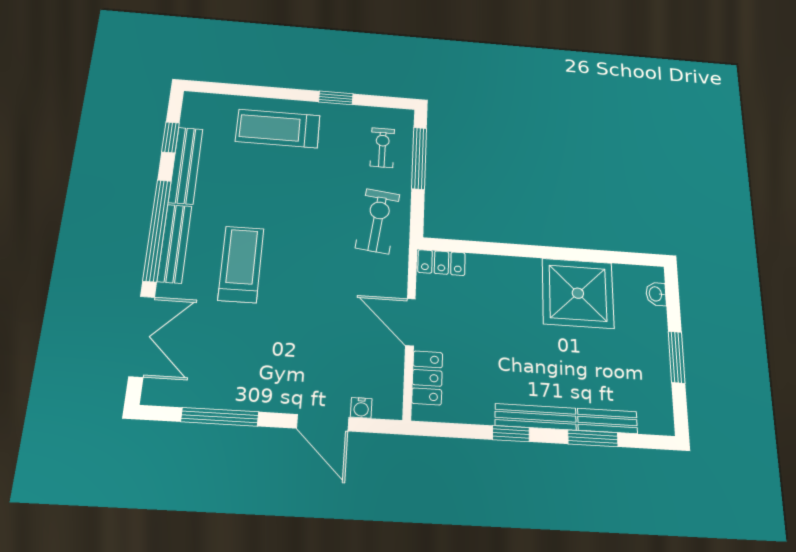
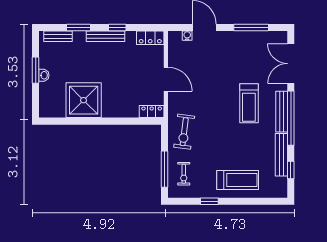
washbasin: (656, 294) -> (44, 75), moved
locker: (427, 378) -> (150, 38), moved, turned -90
bench: (607, 421) -> (58, 36), moved

